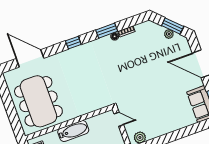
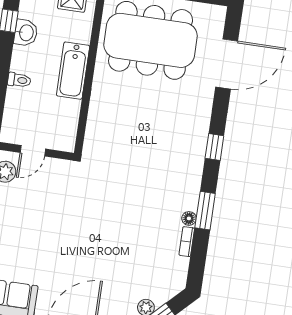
door: (119, 119) -> (33, 151), moved

